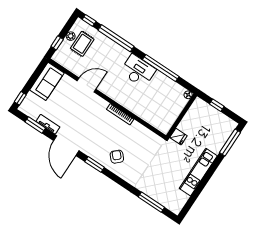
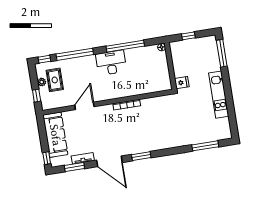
sofa: (47, 81) -> (55, 135), width x1.36
armchair: (117, 157) -> (152, 136), removed

